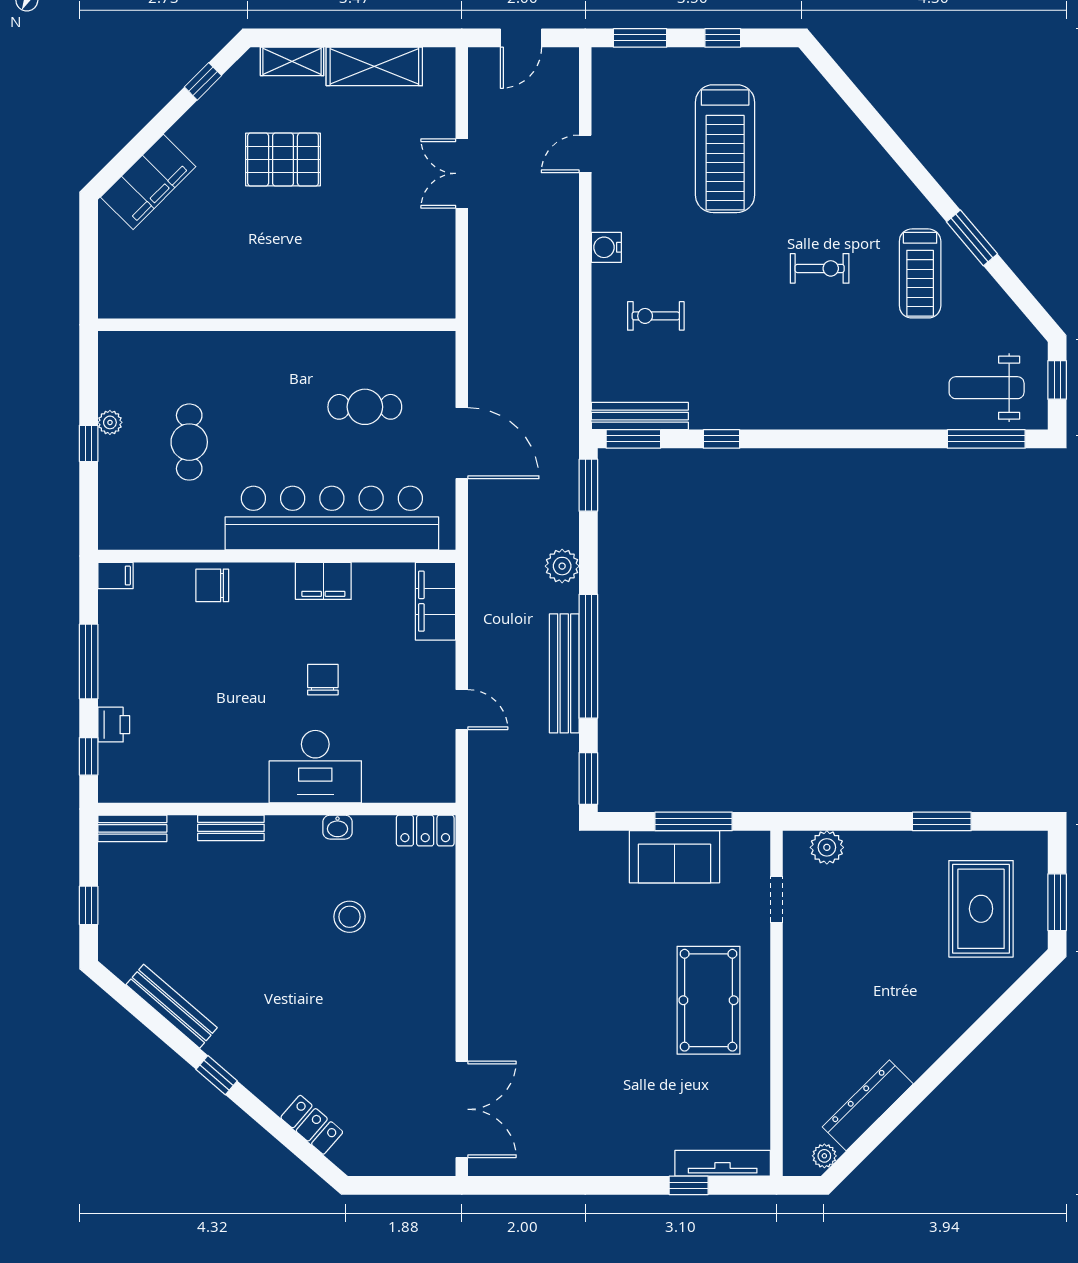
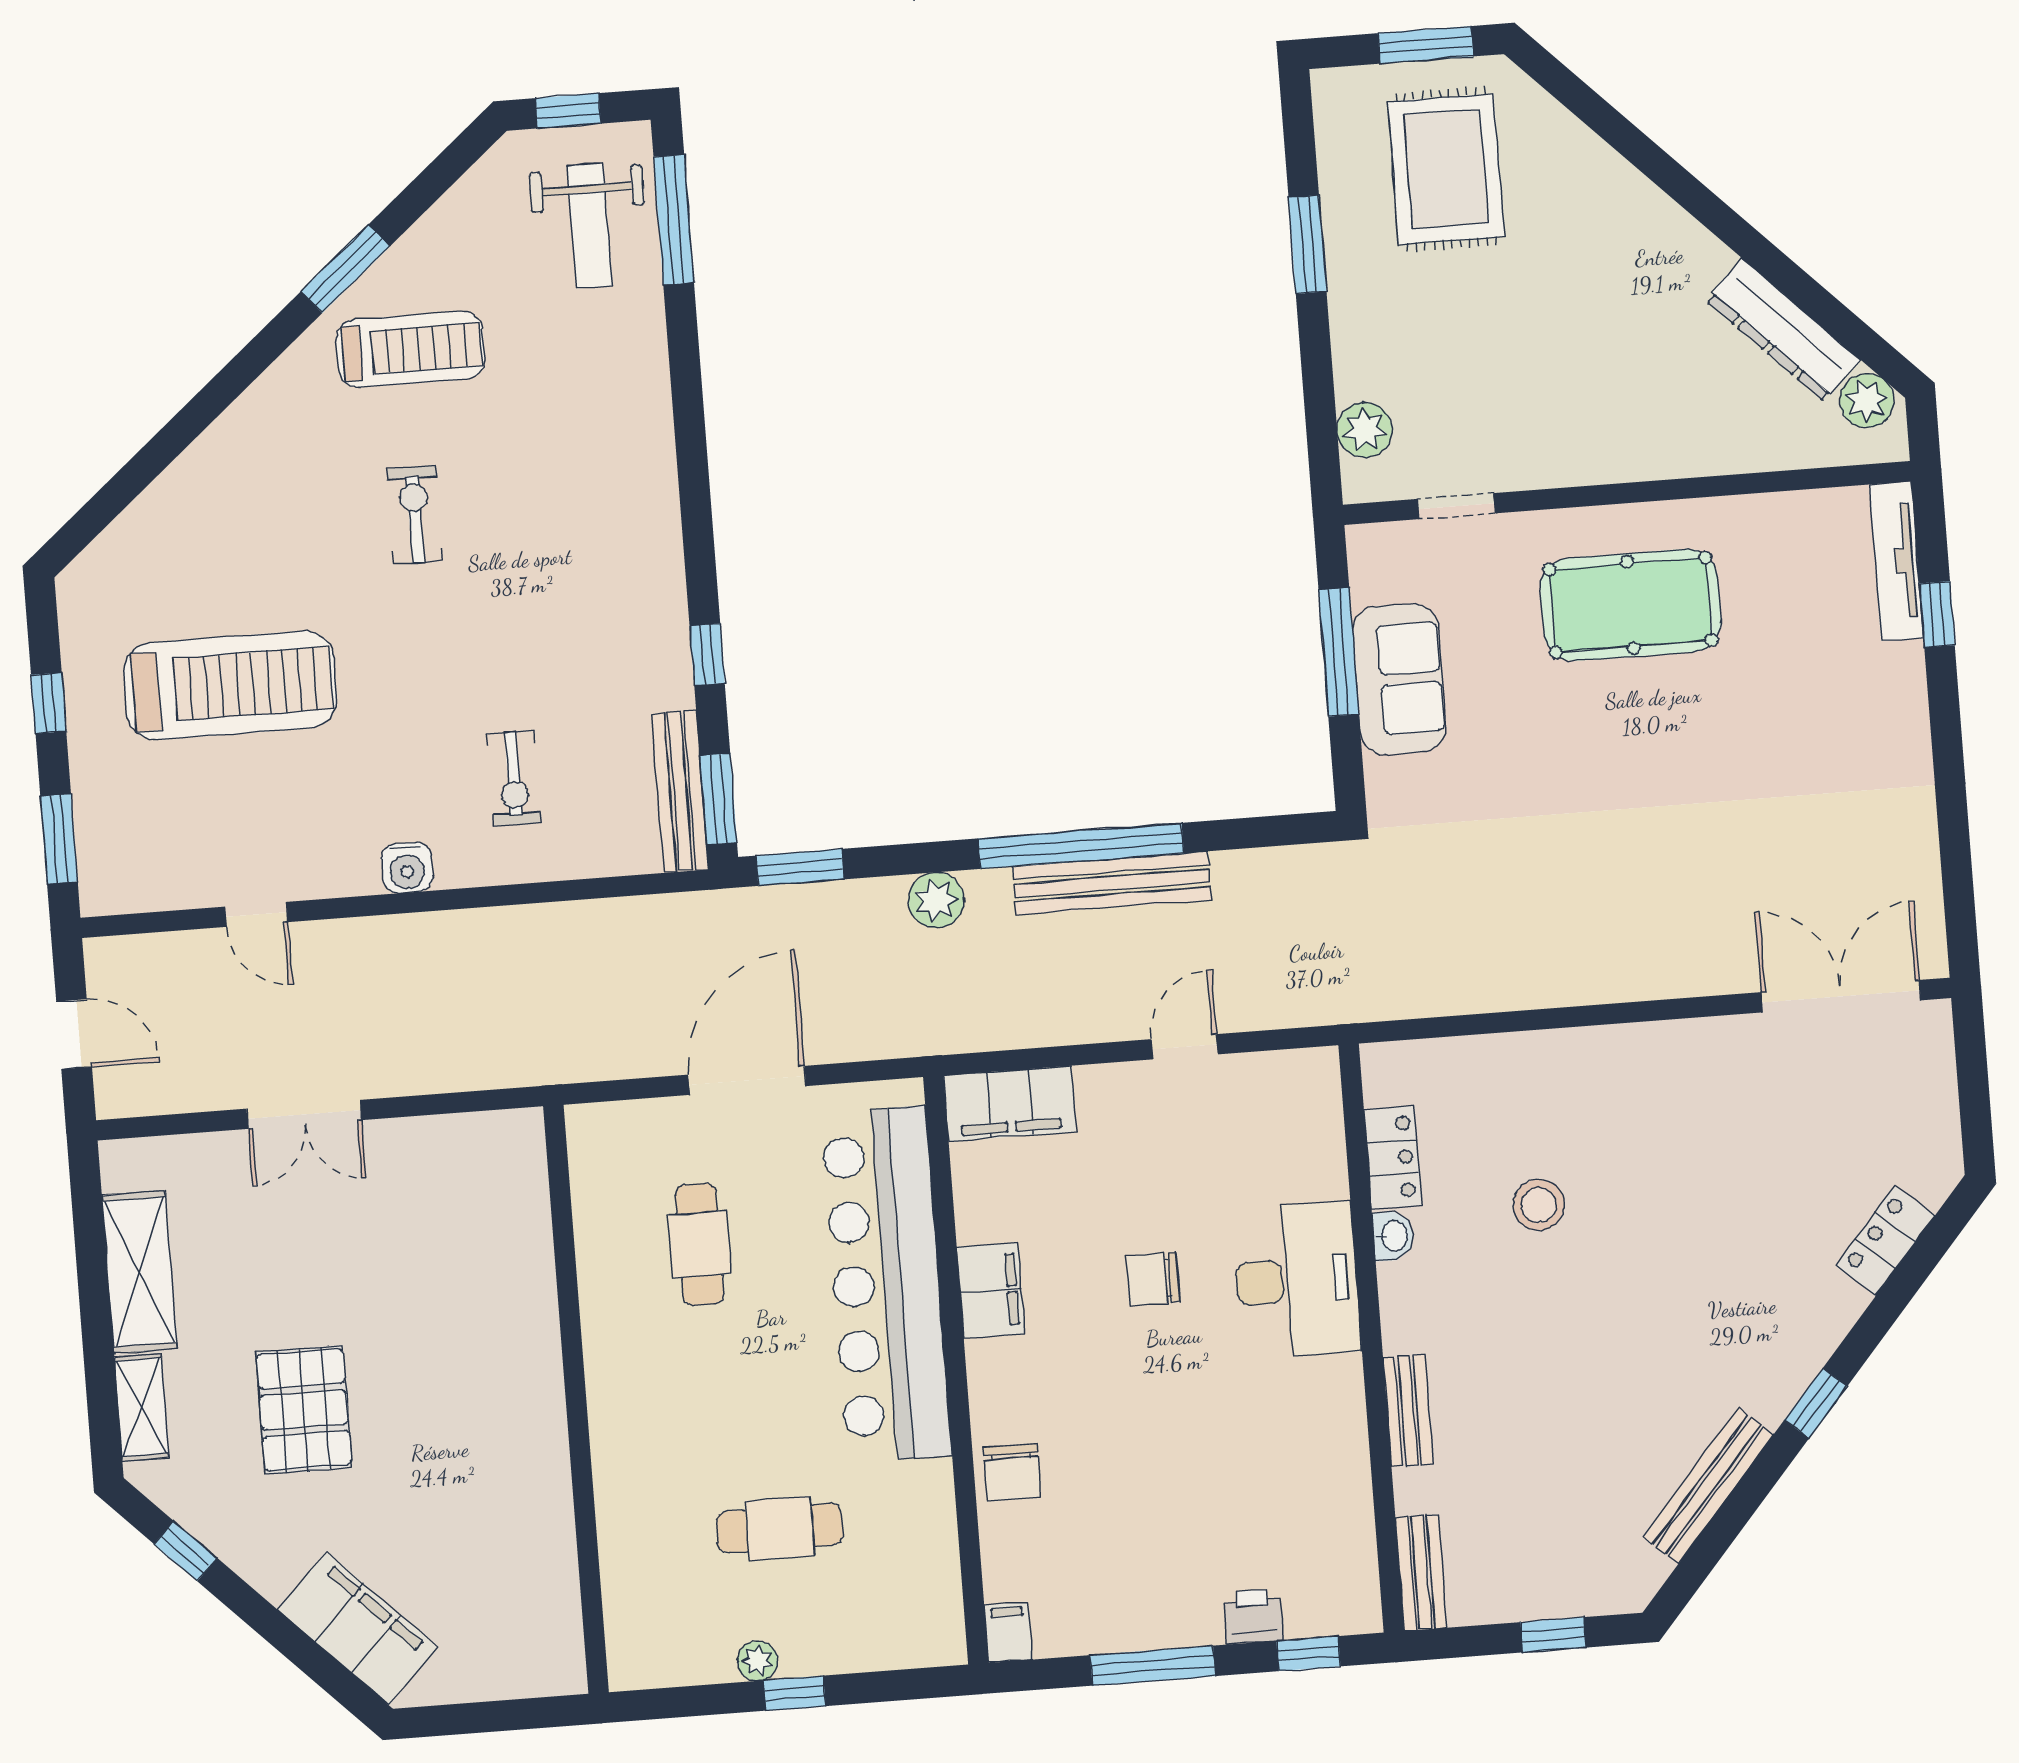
window: (588, 778) -> (1282, 830), removed
locker: (425, 831) -> (1393, 1157), moved
rug: (981, 909) -> (1446, 169), turned 90
plant: (824, 1156) -> (1867, 401), width x1.38, depth x1.38

